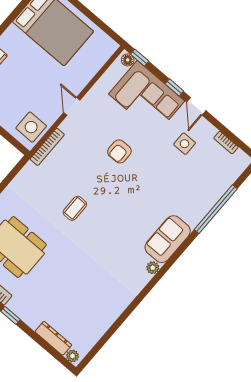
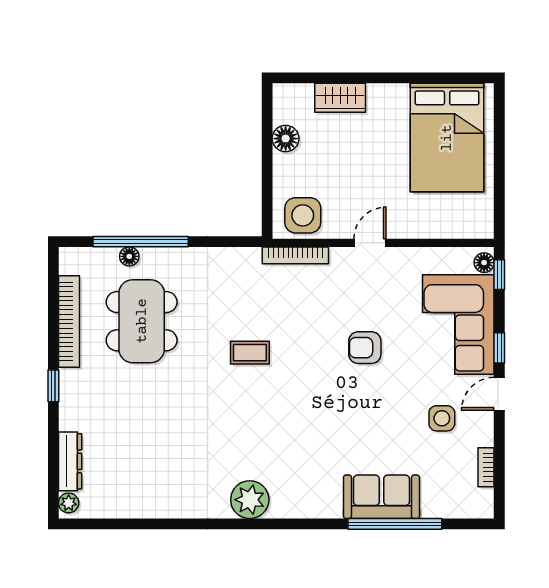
sofa: (168, 239) -> (381, 497), moved
plant: (153, 268) -> (250, 500), width x1.88, depth x1.88

